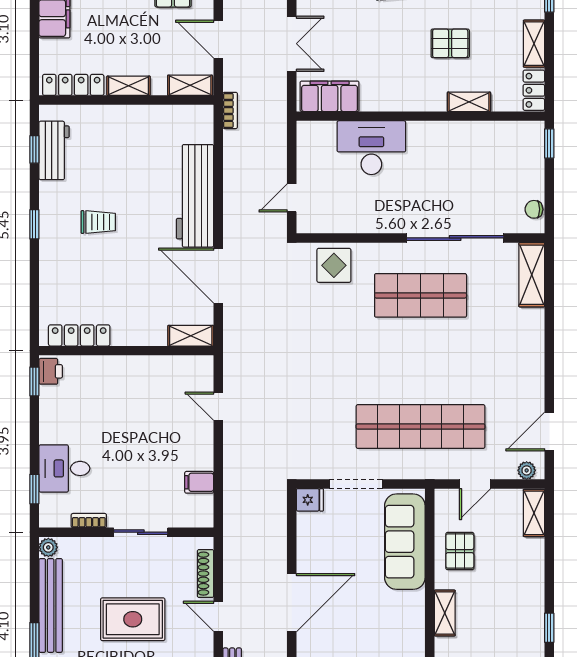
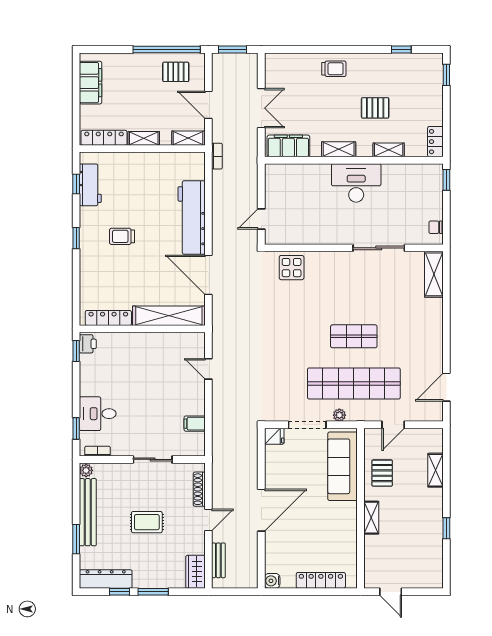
shelving: (534, 44) -> (339, 149), moved, turned 90
desk: (371, 148) -> (356, 183), moved
trolley: (98, 222) -> (122, 236), turned 180
sliding door: (455, 238) -> (379, 248), width x0.73
shop shelf: (421, 295) -> (354, 336), moved, width x0.70, depth x0.74
shelving: (191, 336) -> (169, 316), width x2.20, depth x1.33
plant: (527, 470) -> (339, 415), moved
shelving: (534, 513) -> (435, 470), moved
bookcase: (89, 521) -> (98, 451), moved
door: (218, 616) -> (208, 520), swing flipped
rug: (133, 619) -> (147, 522), width x0.73, depth x0.70

